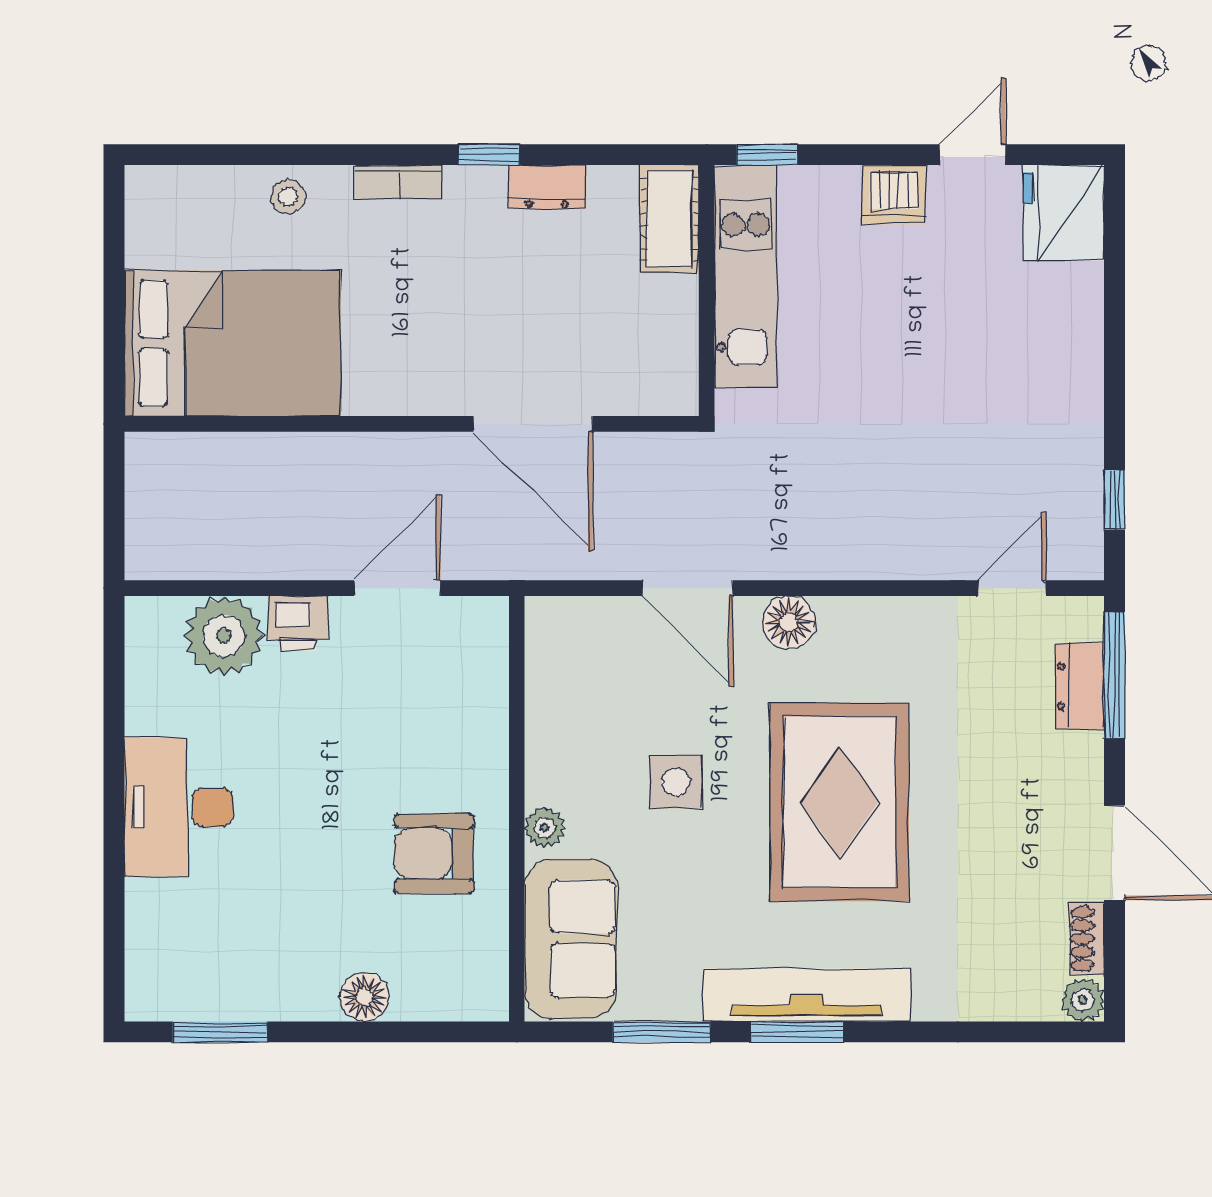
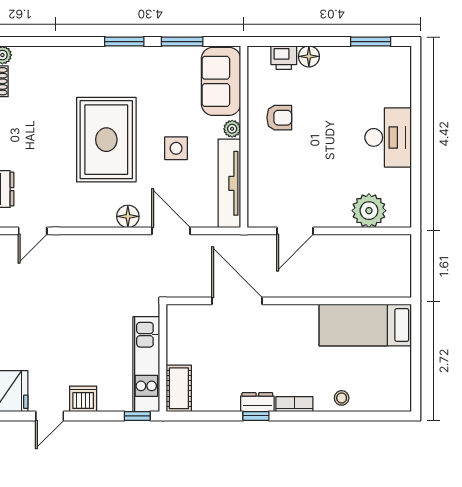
dresser: (547, 187) -> (257, 402), moved
bed: (232, 343) -> (365, 325), width x0.67
printer: (298, 623) -> (284, 58), moved, turned 180
armchair: (434, 854) -> (279, 118), width x0.72, depth x0.72
tv unit: (807, 995) -> (229, 183), moved, turned 90

